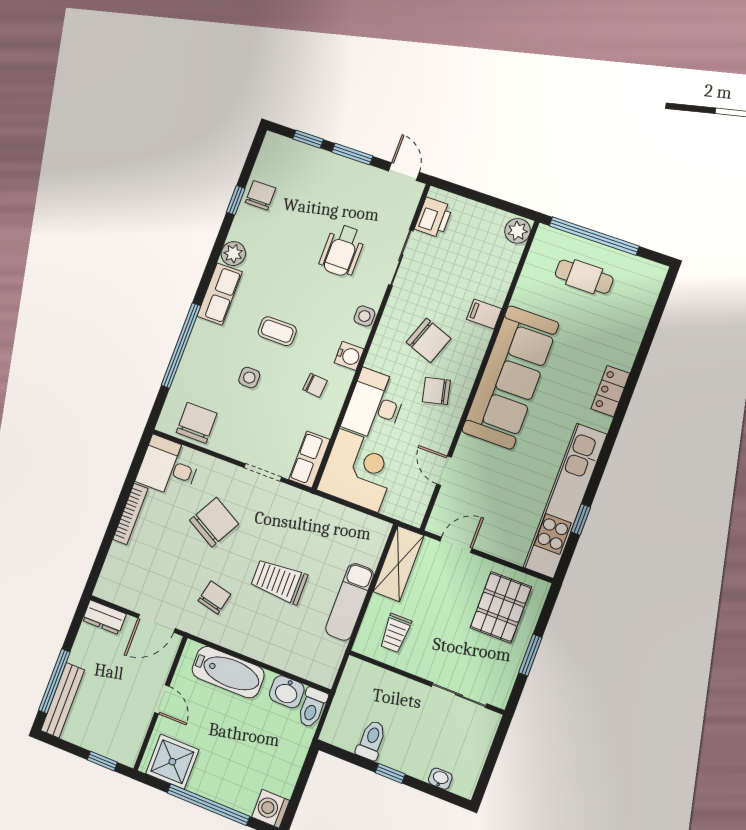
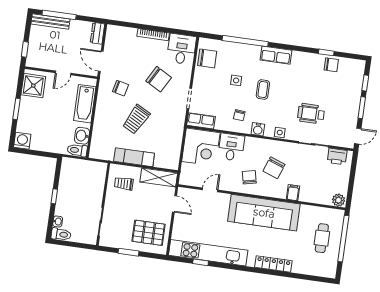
plant: (233, 254) -> (298, 57), removed
locker: (610, 391) -> (273, 264), width x1.53
desk: (375, 405) -> (231, 147), width x0.73
trolley: (279, 581) -> (136, 119), turned -152
toilet: (371, 740) -> (61, 234), moved
window: (208, 805) -> (17, 109), width x0.47

